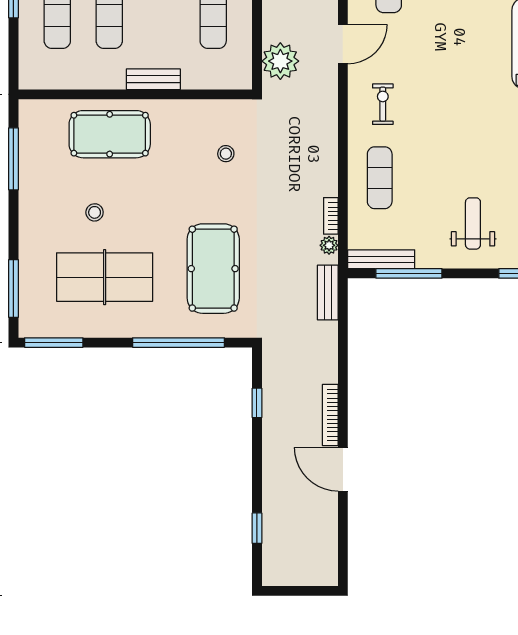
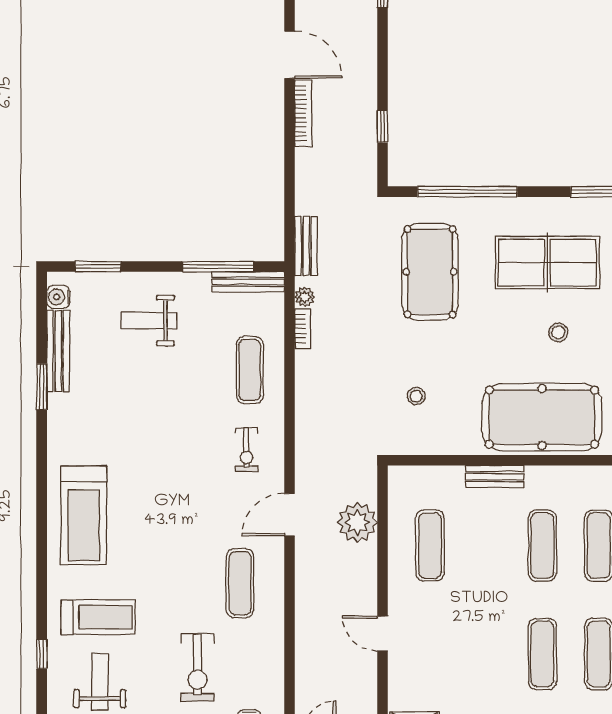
plant: (280, 61) -> (357, 522), moved
pool table: (110, 134) -> (542, 417), width x1.36, depth x1.32
weight bench: (473, 223) -> (149, 321), turned 90

